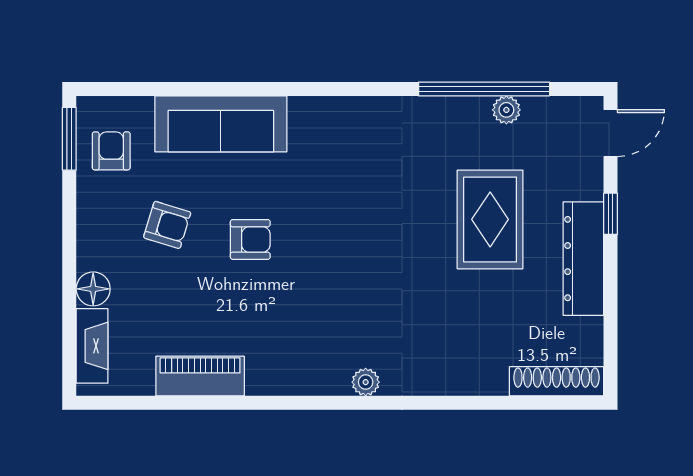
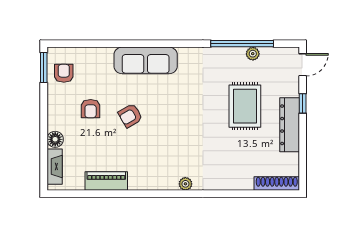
sofa: (221, 124) -> (146, 60), moved
armchair: (167, 225) -> (91, 109), turned 73
armchair: (250, 239) -> (130, 116), turned 150

